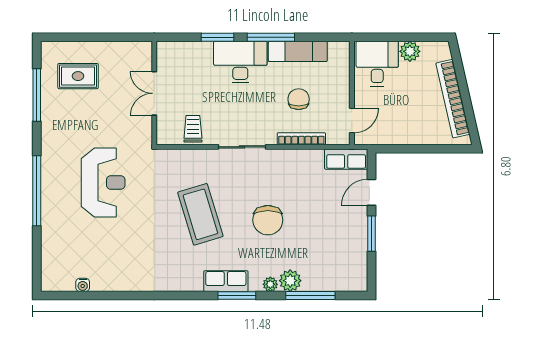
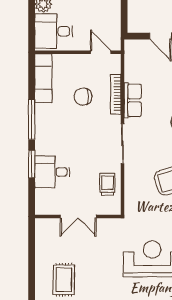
exam couch: (298, 51) -> (43, 78), moved
desk: (240, 62) -> (52, 172), moved, width x0.73
trolley: (193, 129) -> (108, 184), turned 90
row of seats: (346, 159) -> (133, 100), moved

